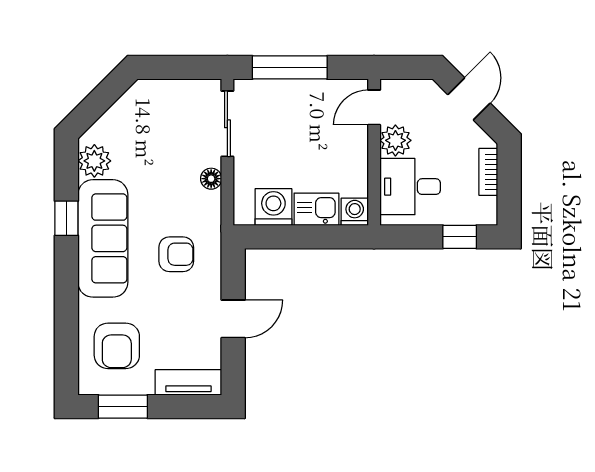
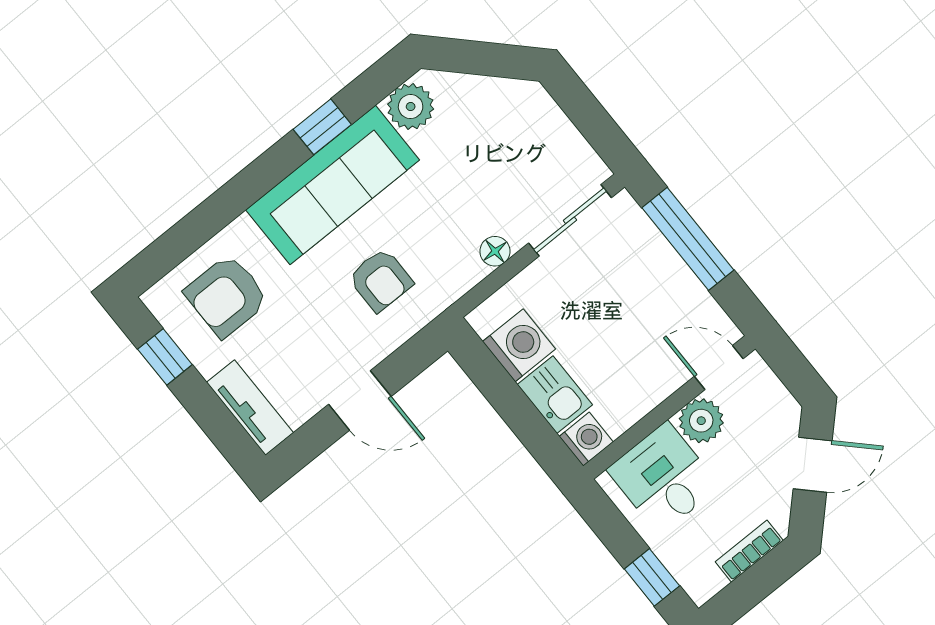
window: (123, 407) -> (165, 357), width x0.67

